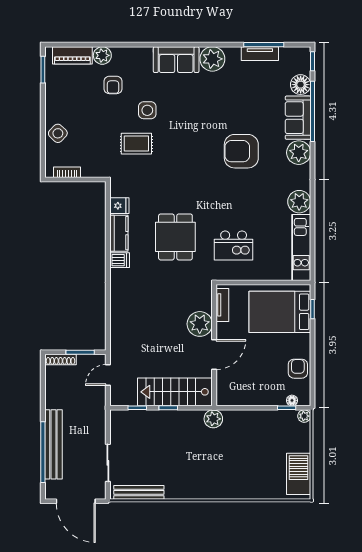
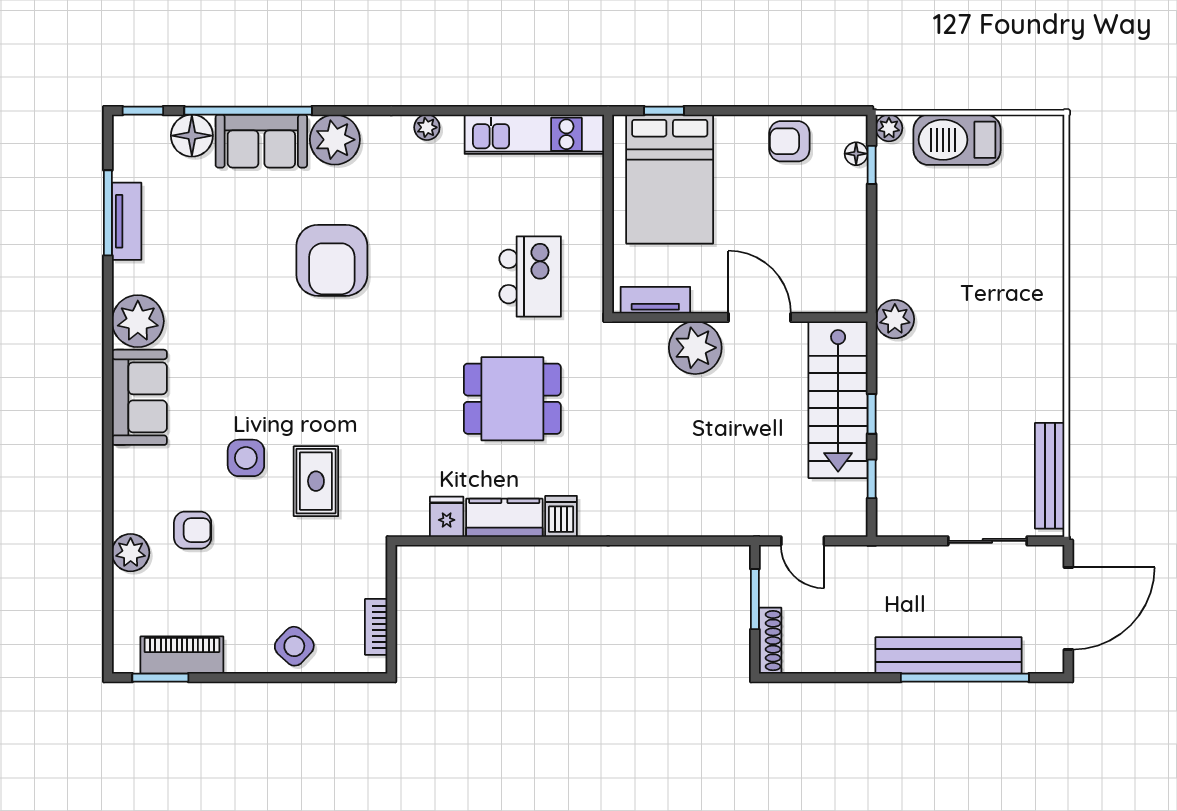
piano: (72, 55) -> (182, 655), moved, turned -90
plant: (299, 202) -> (427, 127), width x0.53, depth x0.53
barbecue: (299, 474) -> (957, 140), moved

